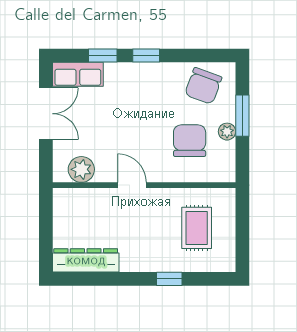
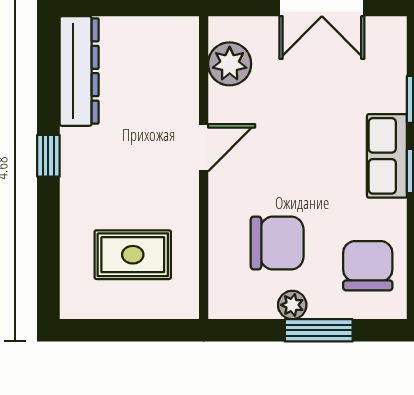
row of seats: (78, 74) -> (387, 156), moved
chair: (203, 86) -> (368, 266), turned 70
window: (169, 279) -> (48, 156), moved

